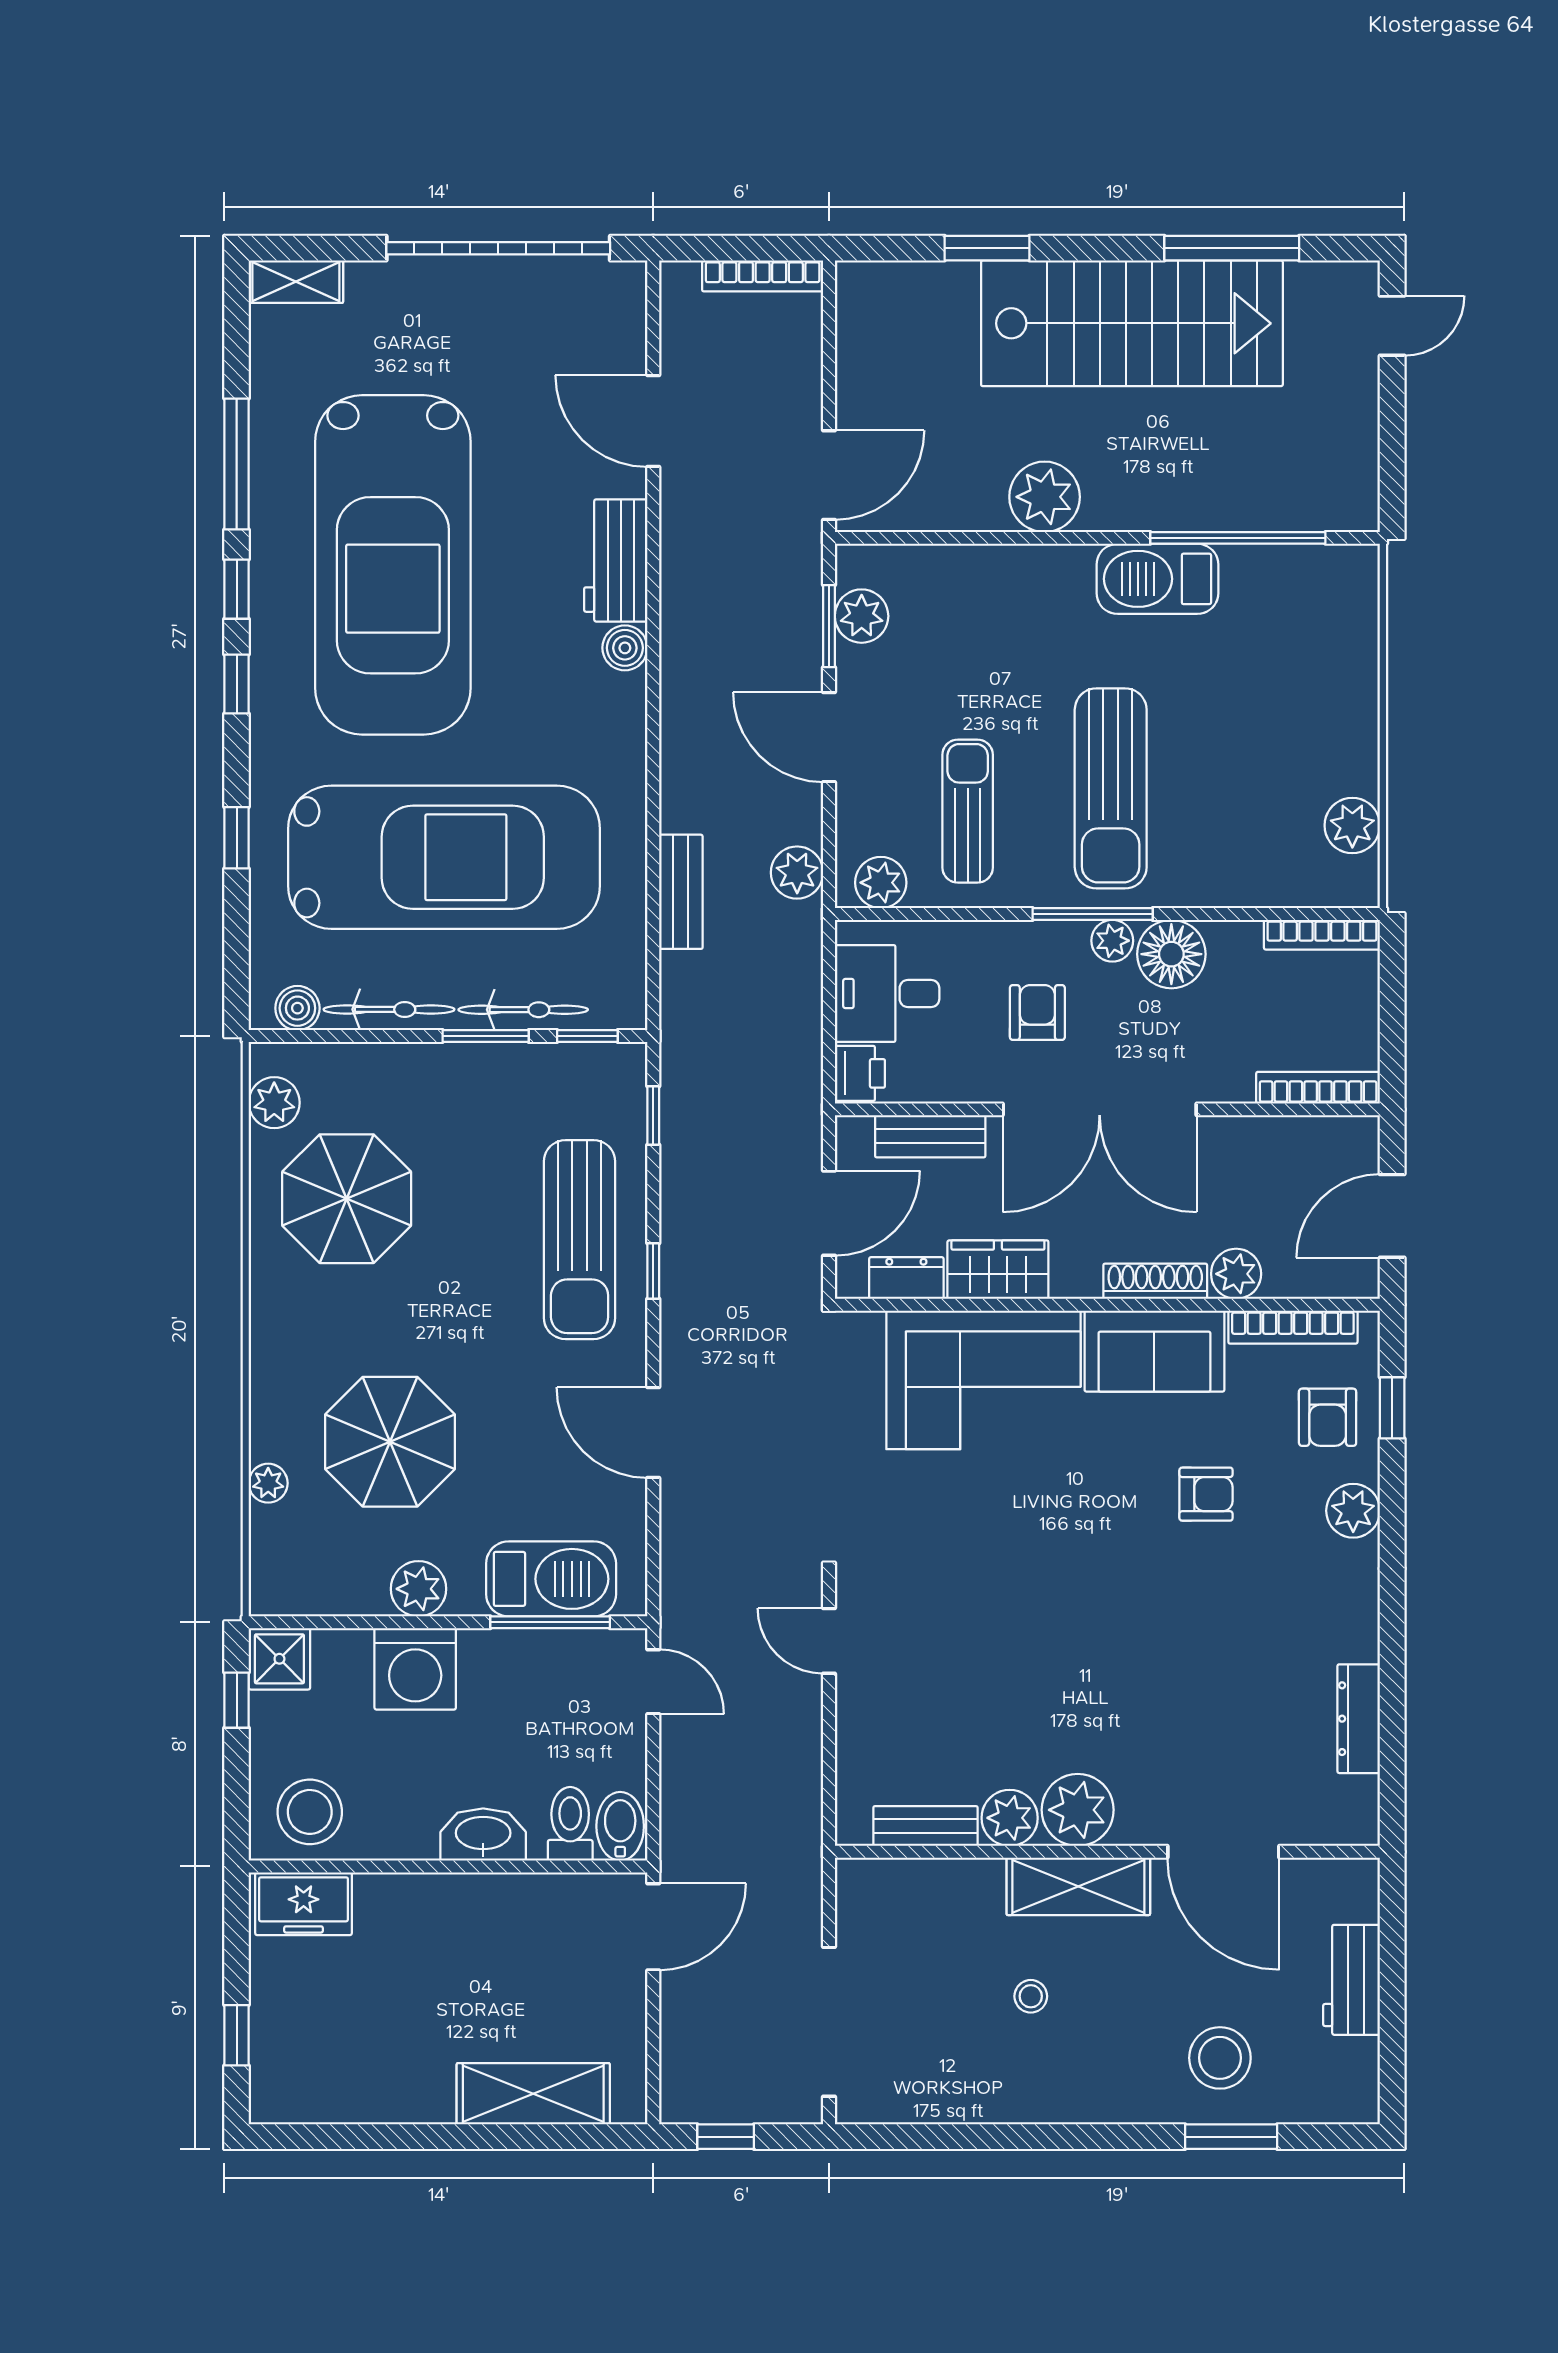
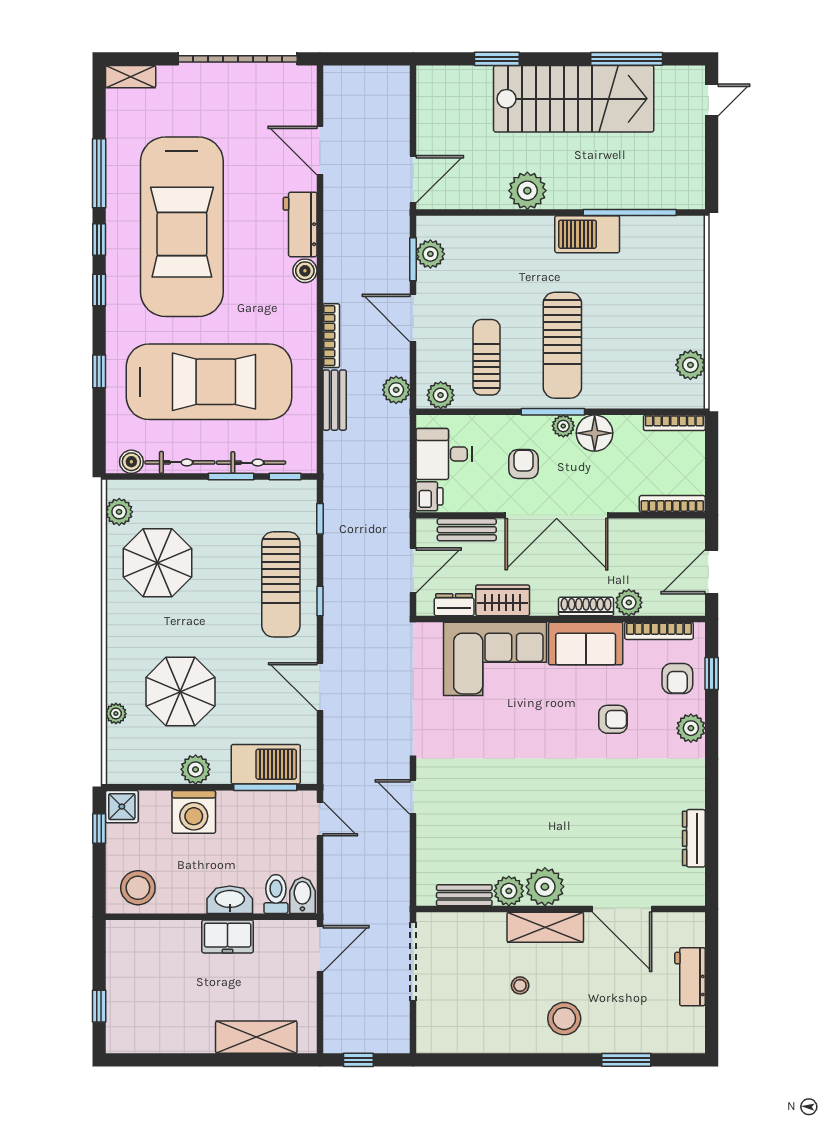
bookcase: (763, 276) -> (331, 336), moved, turned -90
freezer: (304, 1904) -> (228, 936), moved
doorway: (829, 2022) -> (413, 961), moved
stool: (1220, 2058) -> (564, 1019), moved

